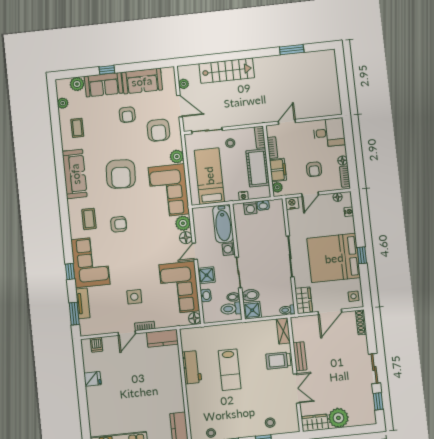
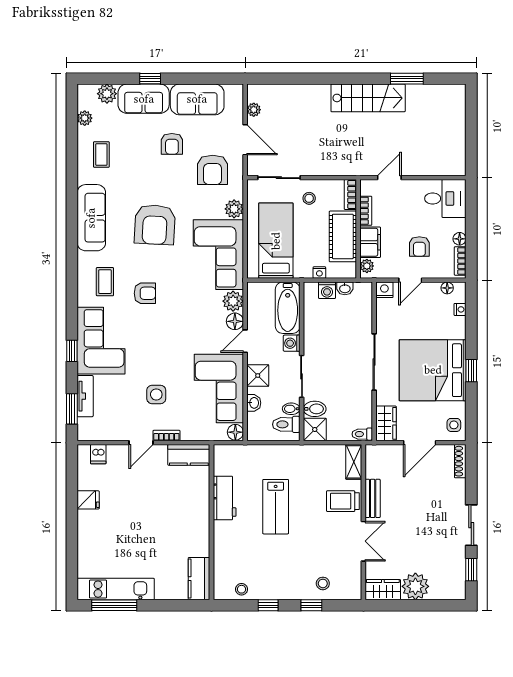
stairs: (227, 71) -> (368, 98), moved

